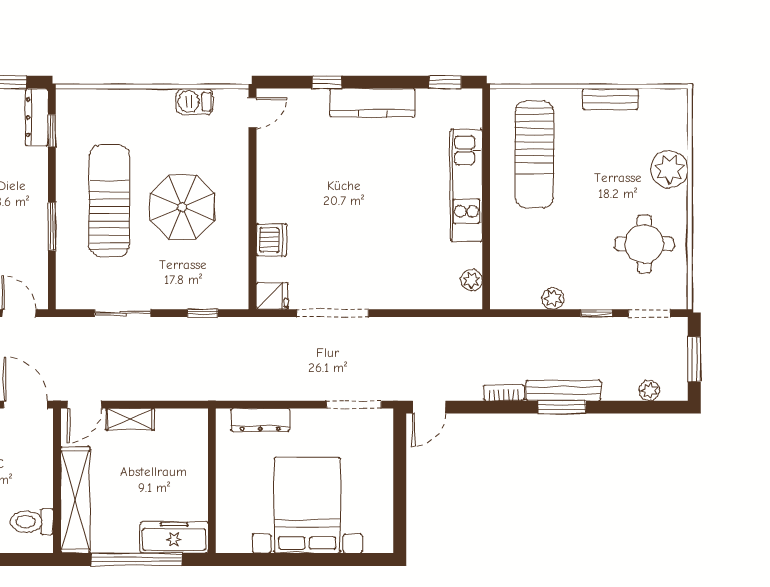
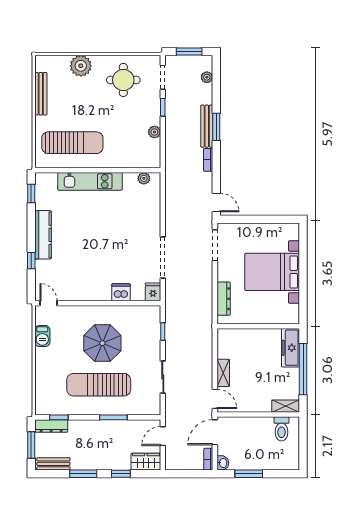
bench: (610, 99) -> (41, 94), width x1.36
shelving: (75, 500) -> (286, 406), width x0.45, depth x0.75

